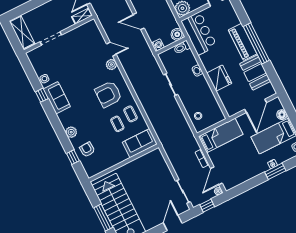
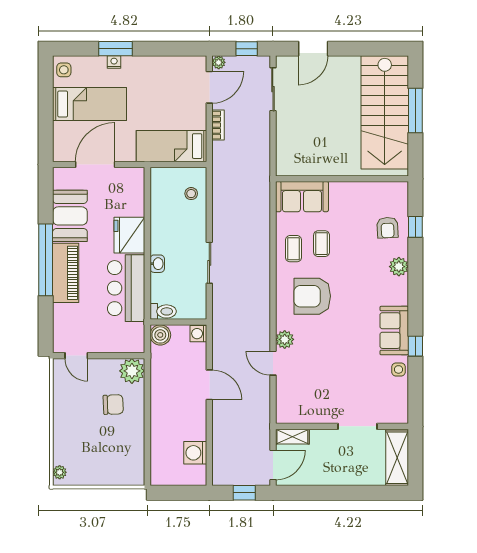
bar counter: (199, 33) -> (126, 288), moved
armchair: (108, 94) -> (312, 296), turned 180
floor lamp: (282, 115) -> (61, 131), removed

